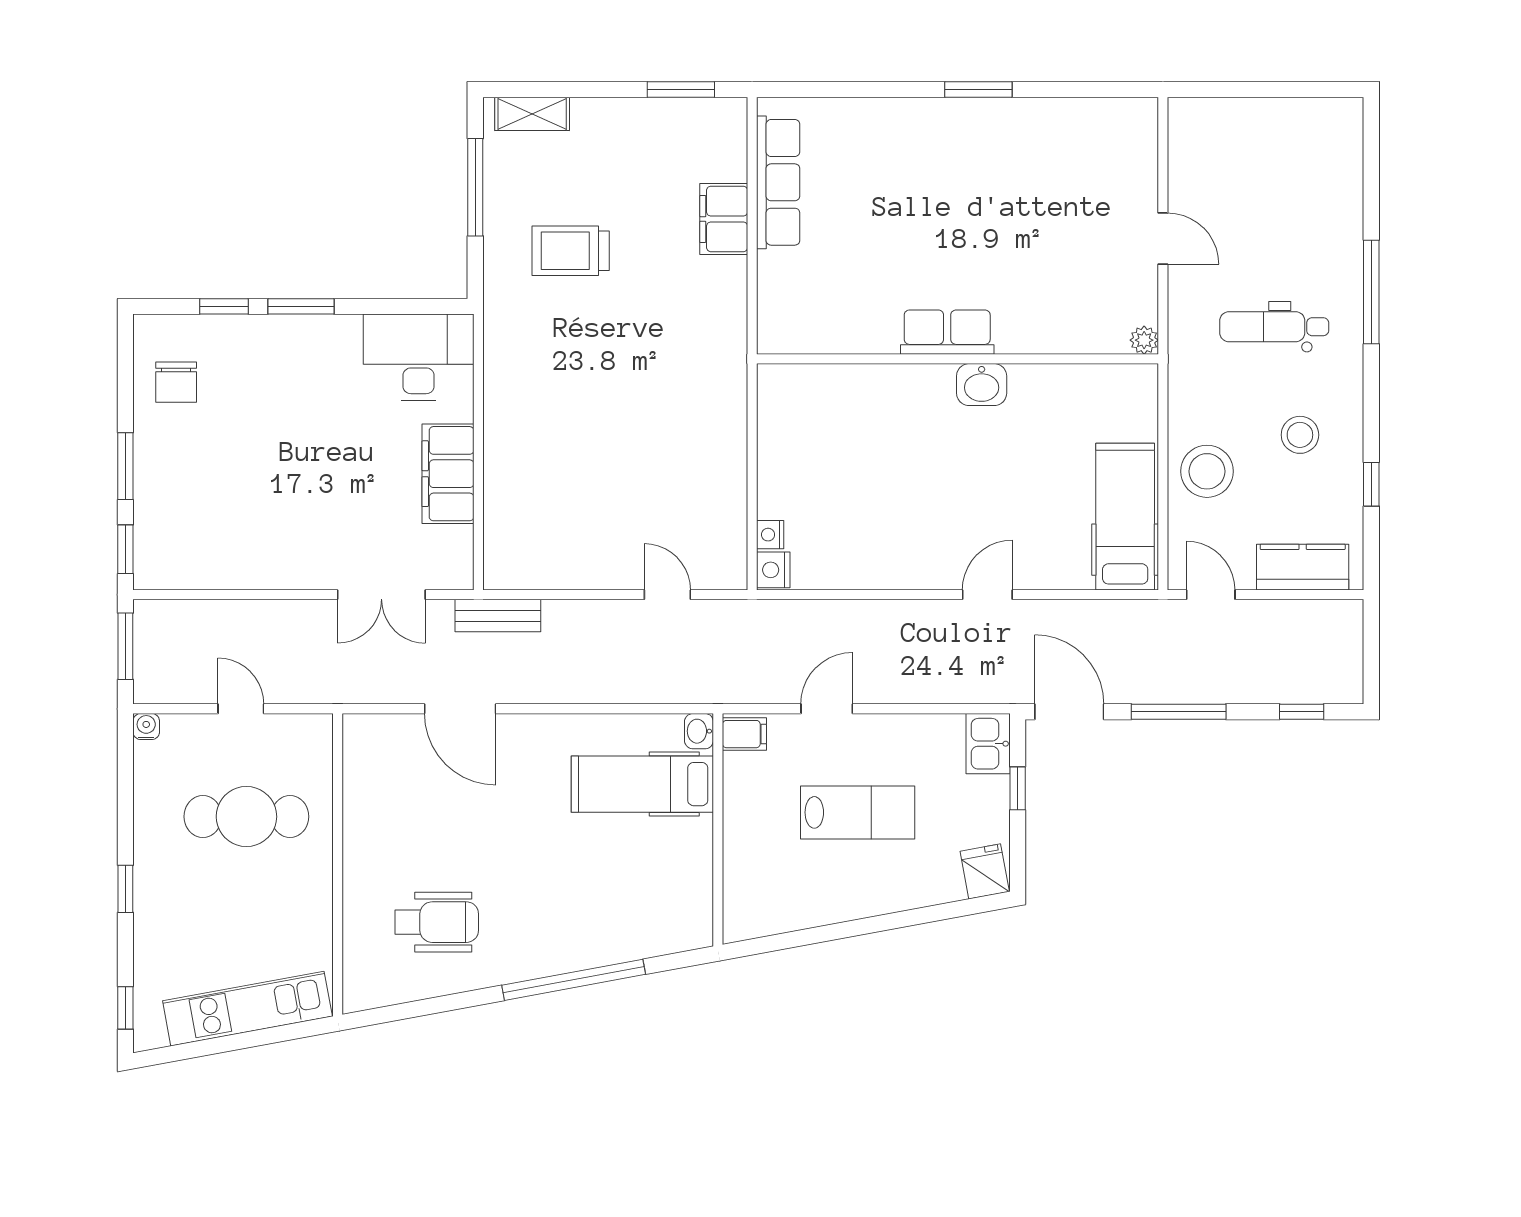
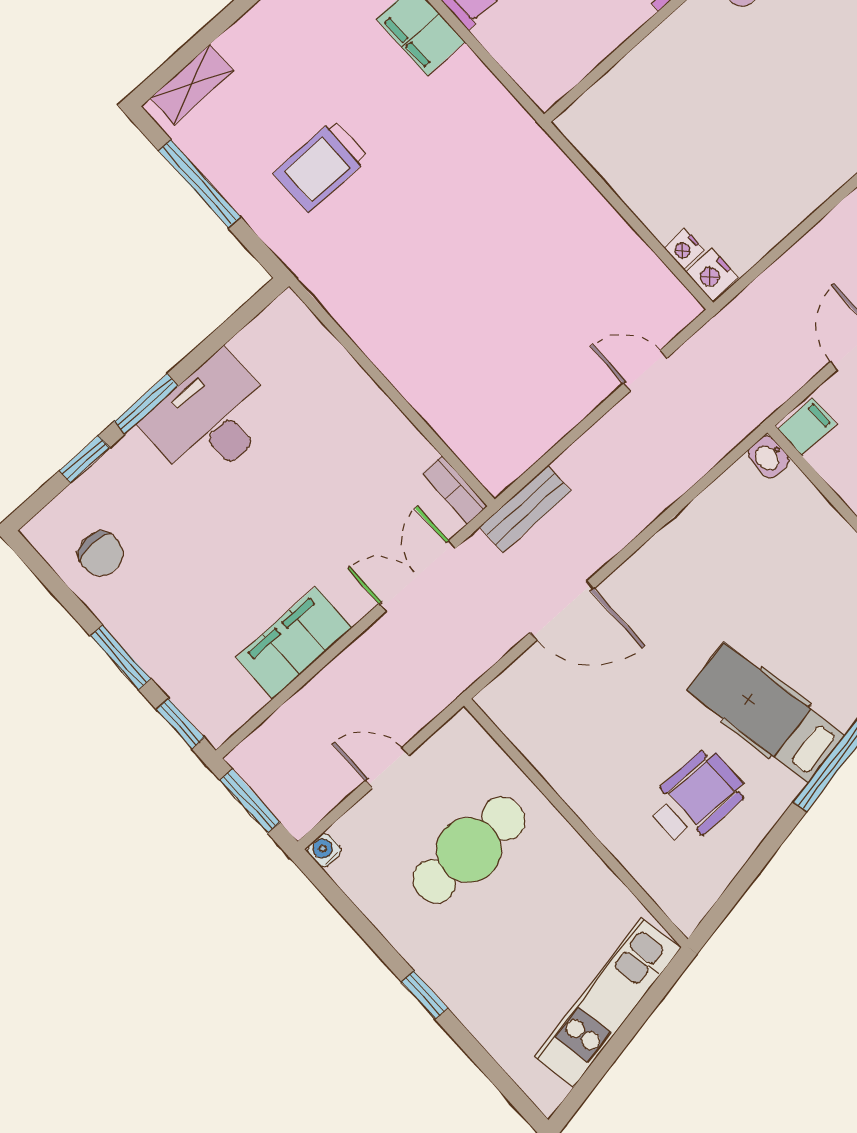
desk: (419, 357) -> (211, 419), moved
filing cabinet: (448, 474) -> (294, 643), moved, turned 90
bookcase: (461, 558) -> (455, 490), added
double door: (381, 595) -> (417, 576), swing flipped
hospital bed: (642, 784) -> (766, 713), moved, turned 80
window: (125, 1008) -> (510, 1090), removed

